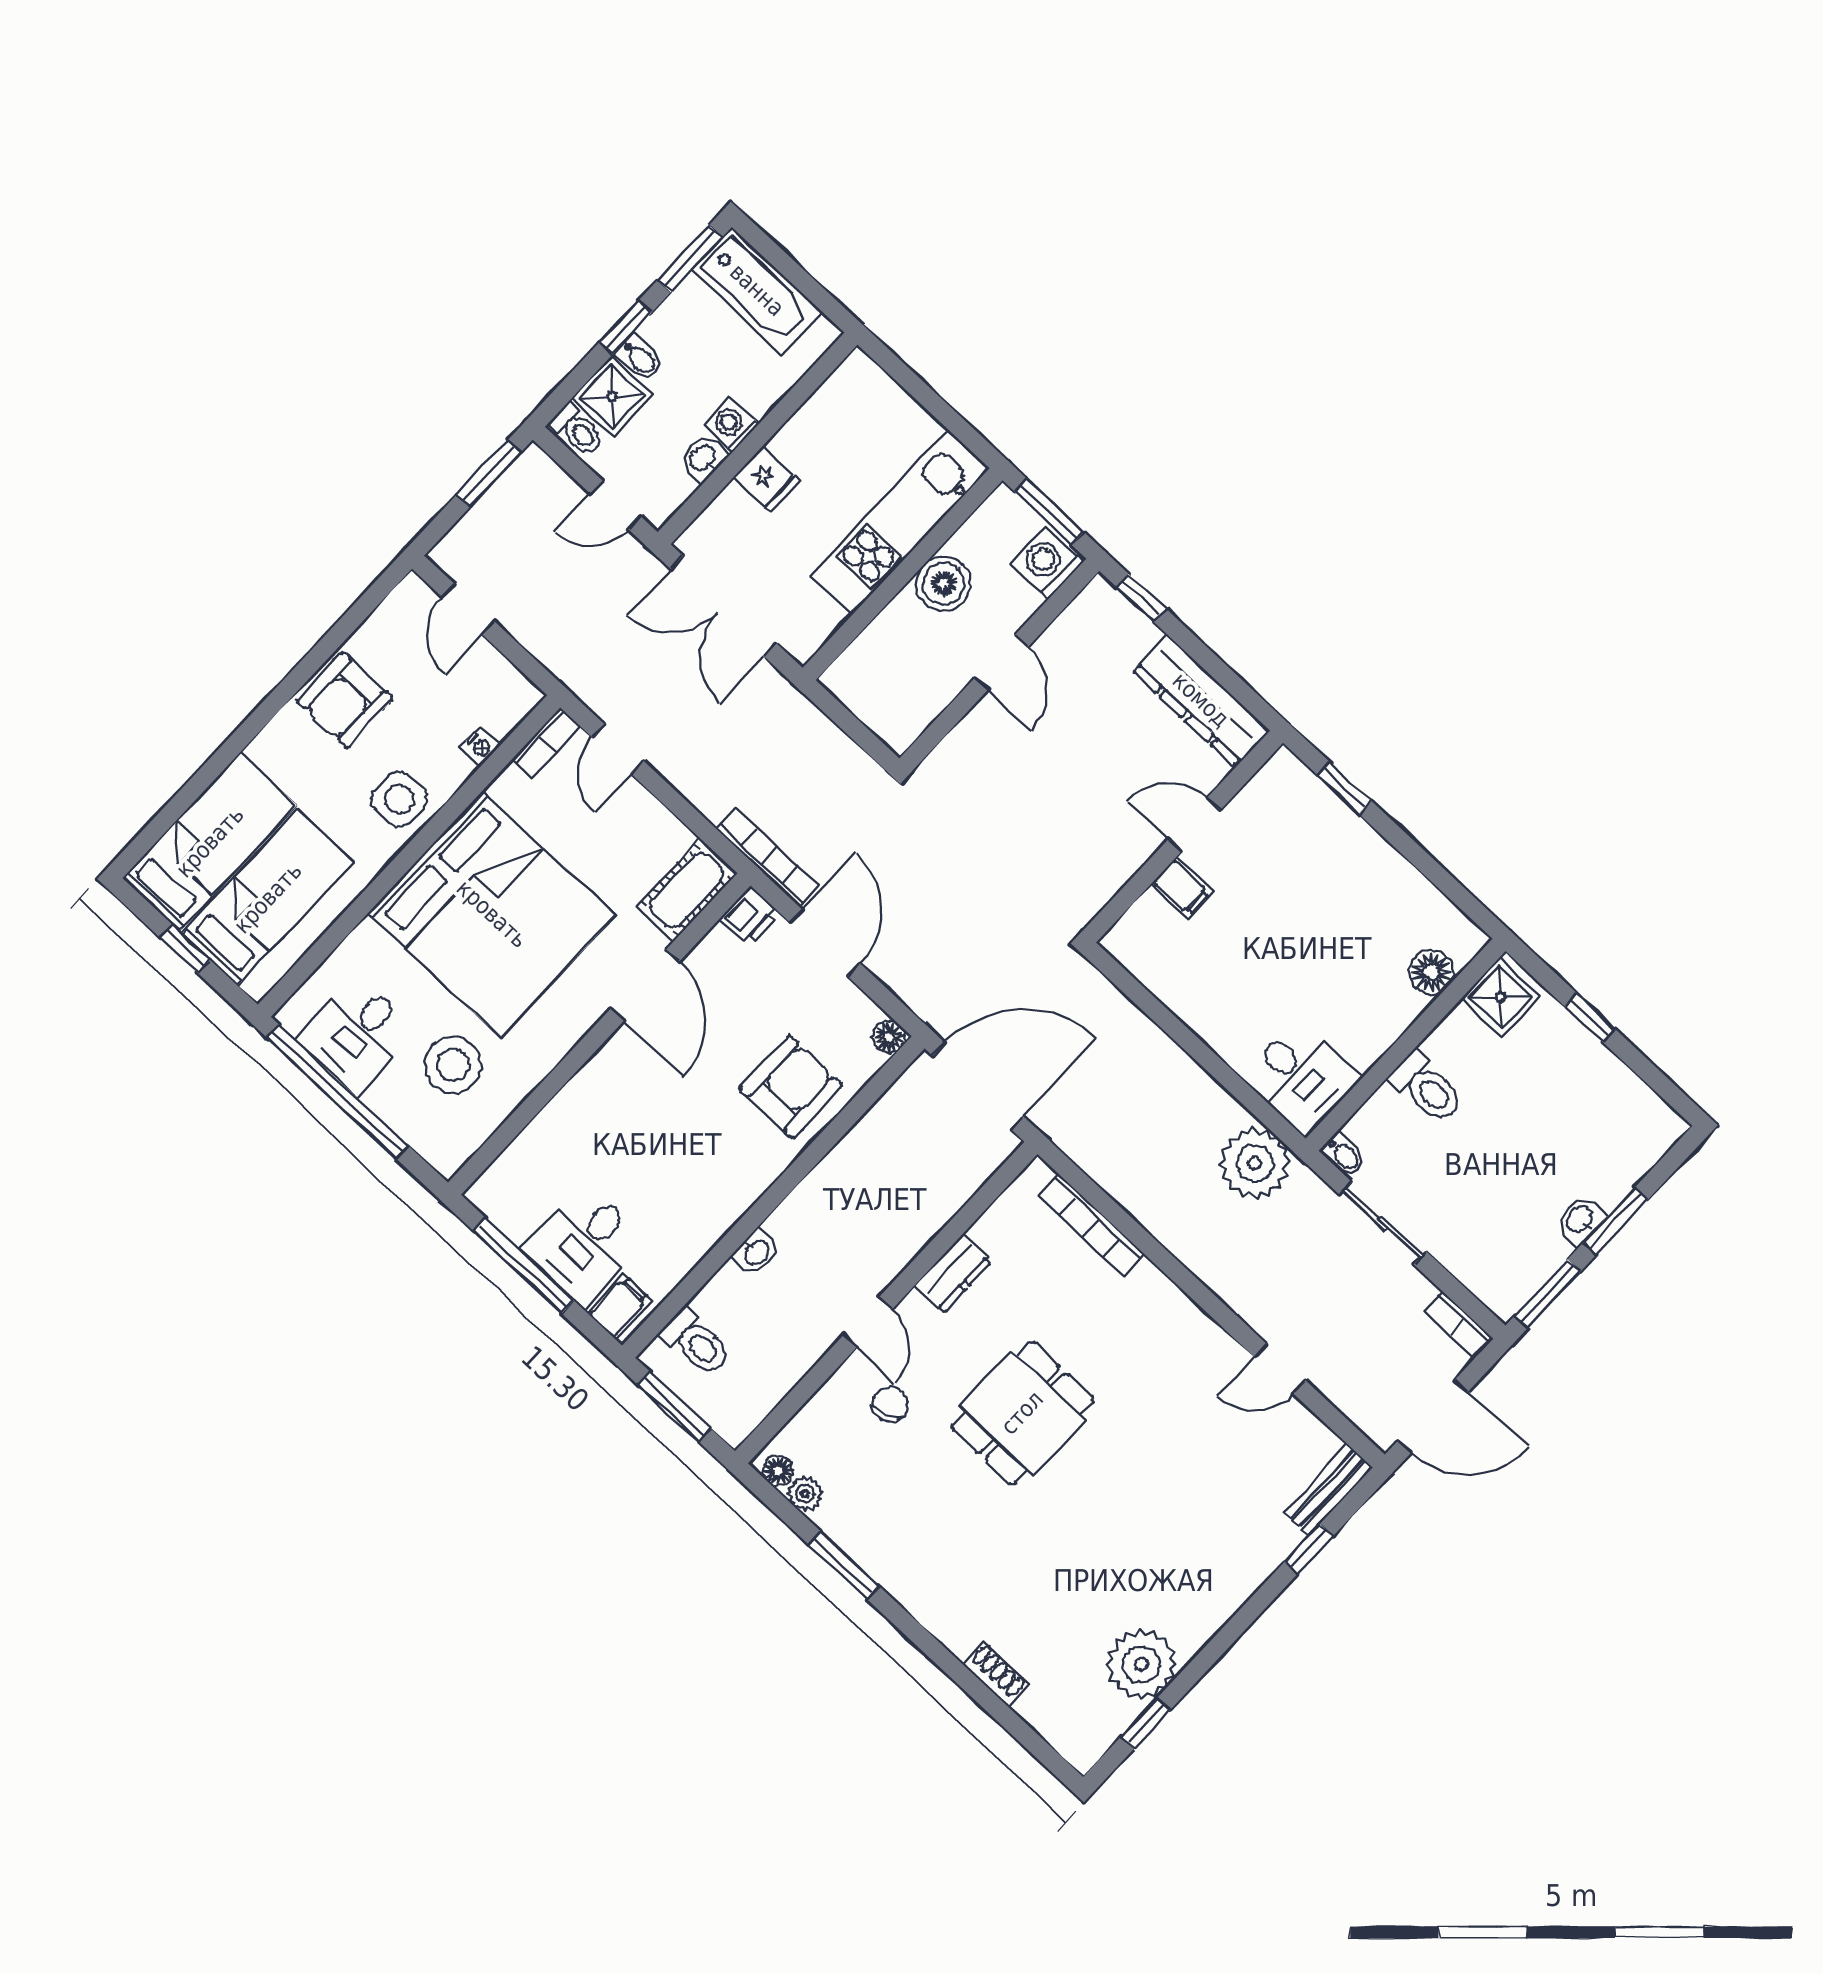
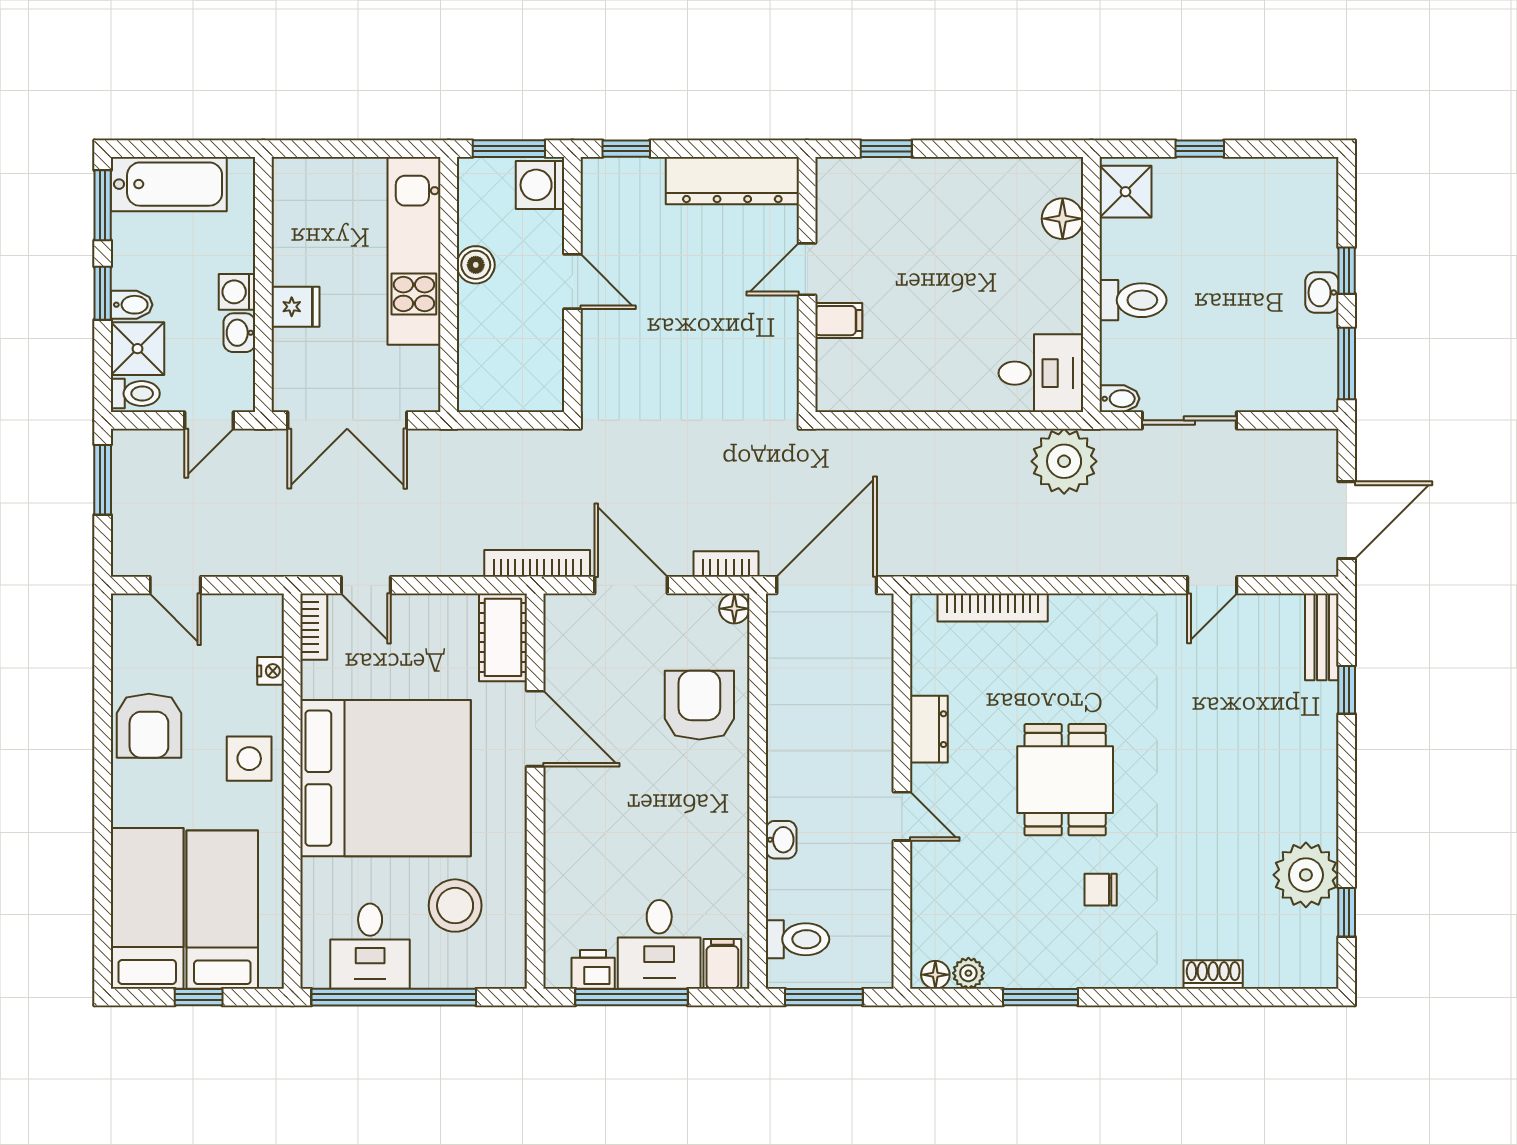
boiler: (944, 584) -> (476, 265), width x0.73, depth x0.73
printer: (750, 916) -> (593, 969), moved, turned -90
window: (1616, 1221) -> (1347, 271), width x0.67
bookcase: (1459, 1325) -> (726, 564), moved, turned 180
chair: (890, 1404) -> (1101, 890), moved, turned -68

